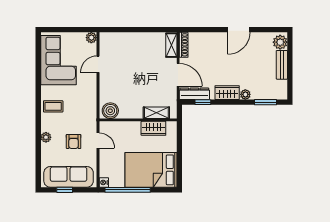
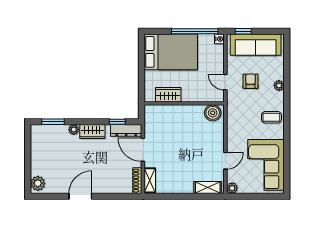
bench: (282, 65) -> (36, 160), removed
shelving: (156, 113) -> (208, 188), moved
window: (65, 190) -> (243, 31), moved

